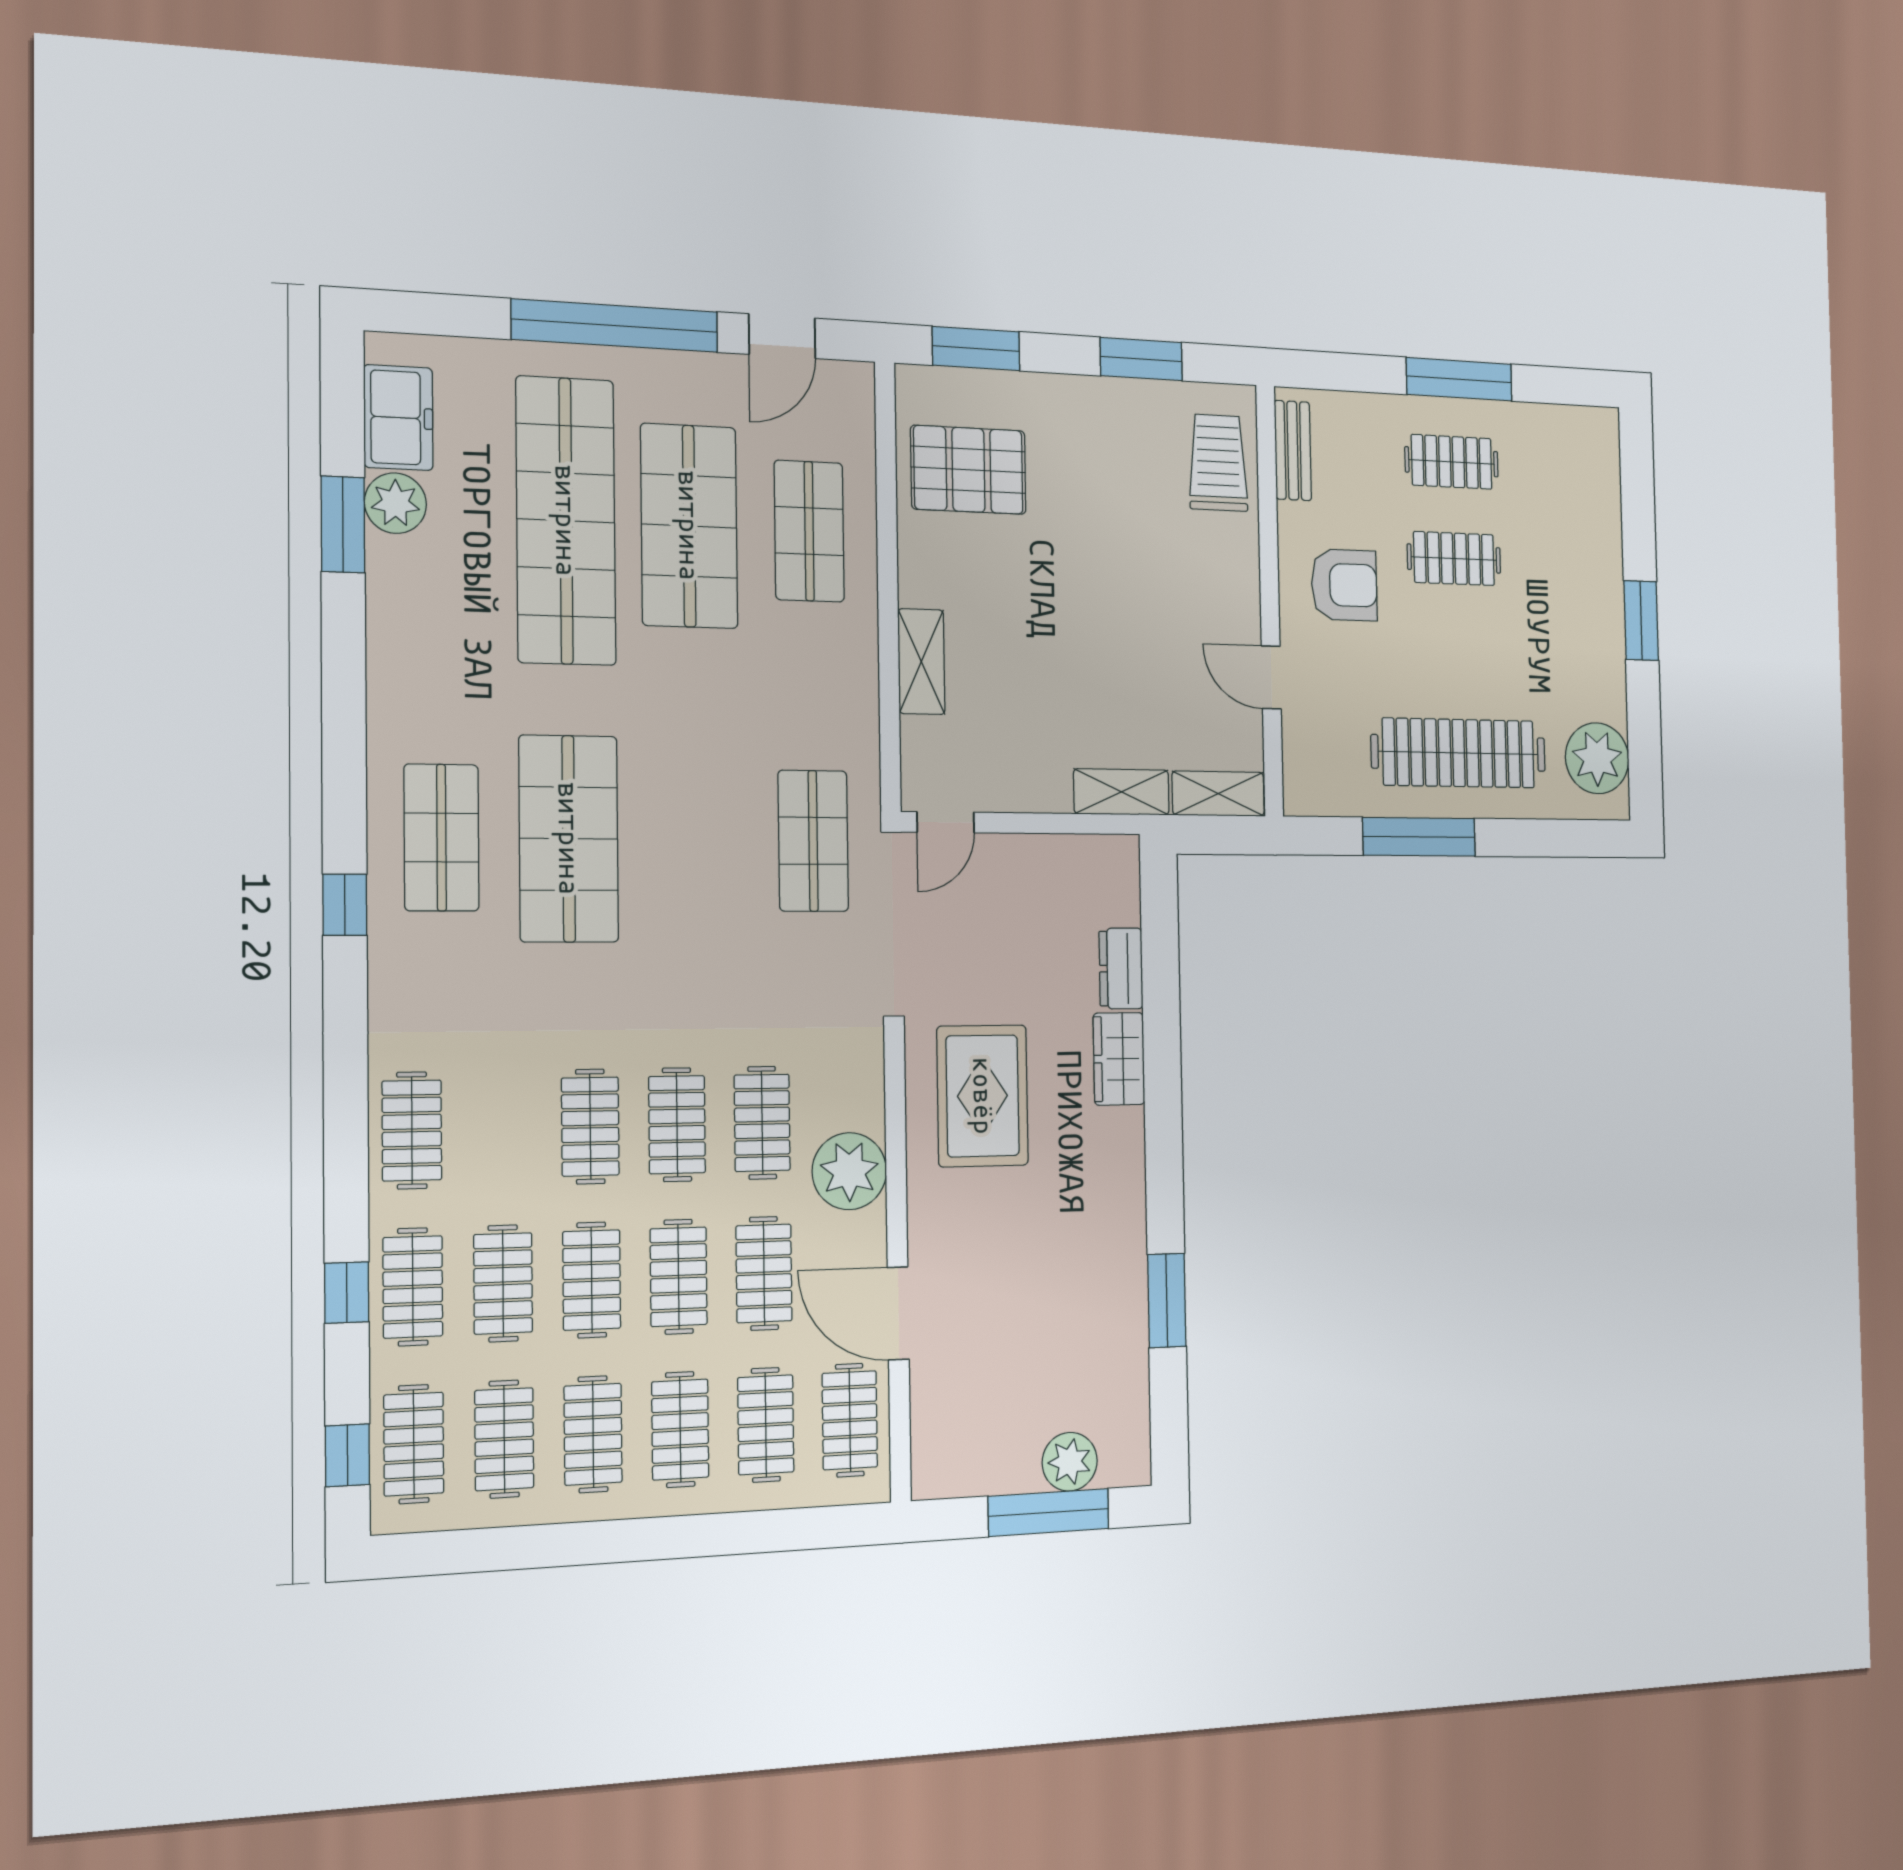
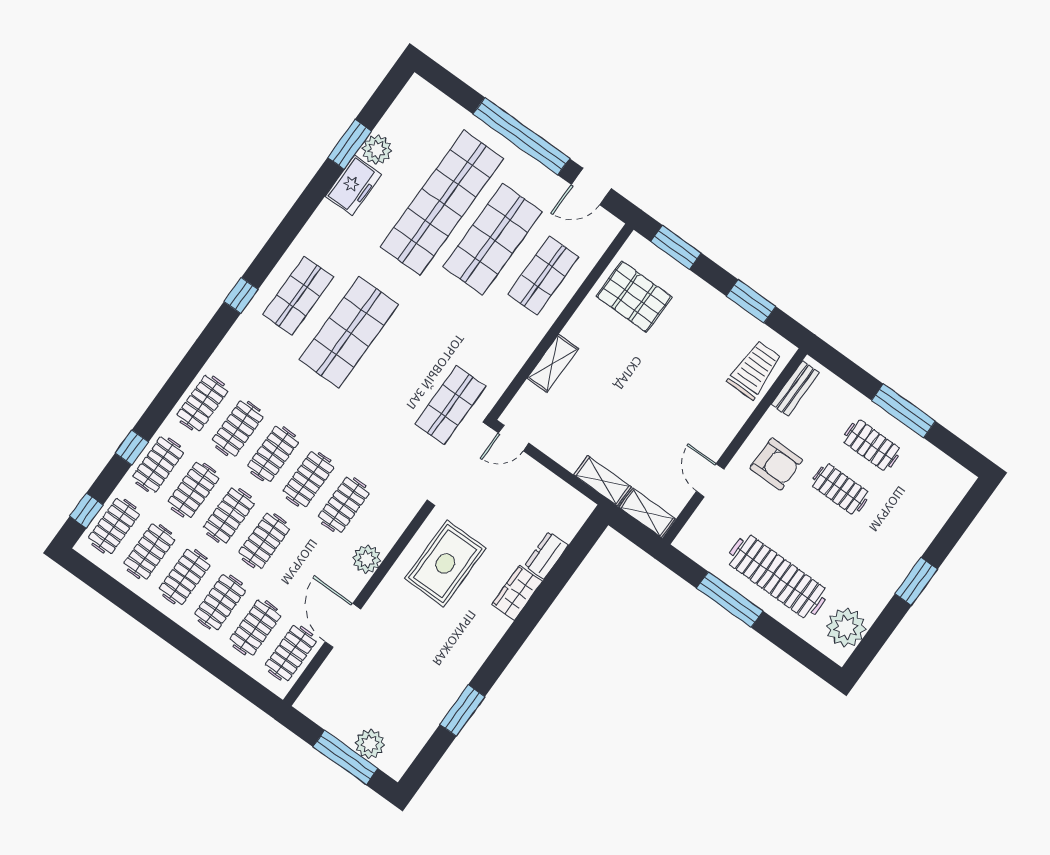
freezer: (398, 418) -> (353, 185), moved
plant: (849, 1171) -> (367, 559), width x0.73, depth x0.73
clothes rail: (764, 1273) -> (238, 428), moved

